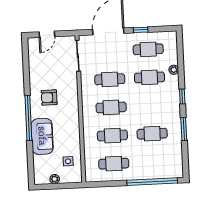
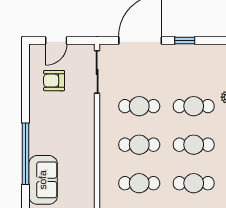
cafe table: (148, 49) -> (194, 145), moved
armchair: (49, 98) -> (54, 81), moved

